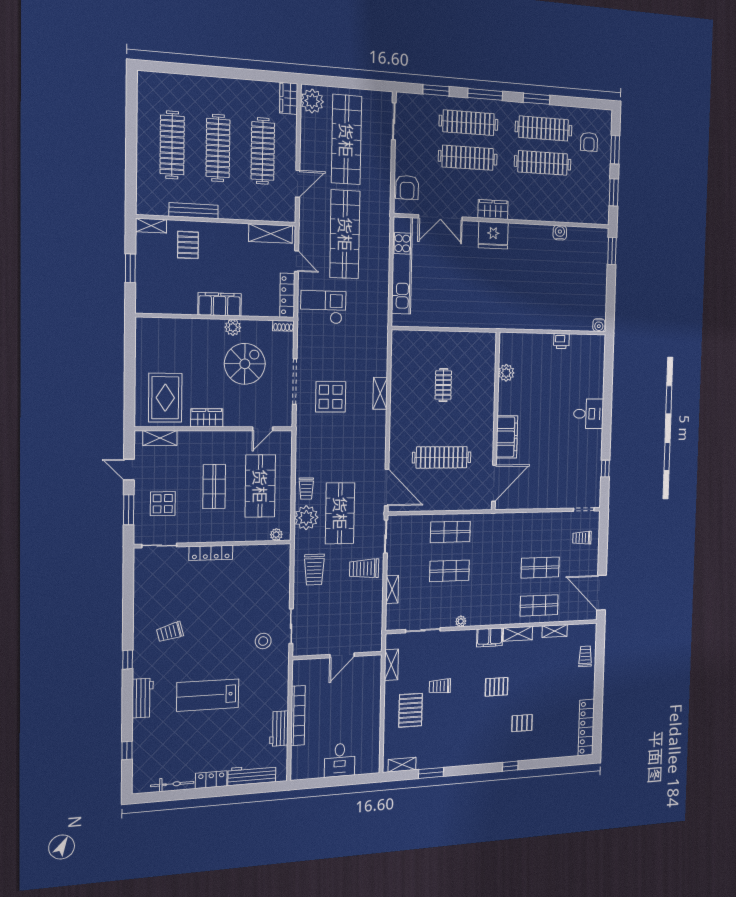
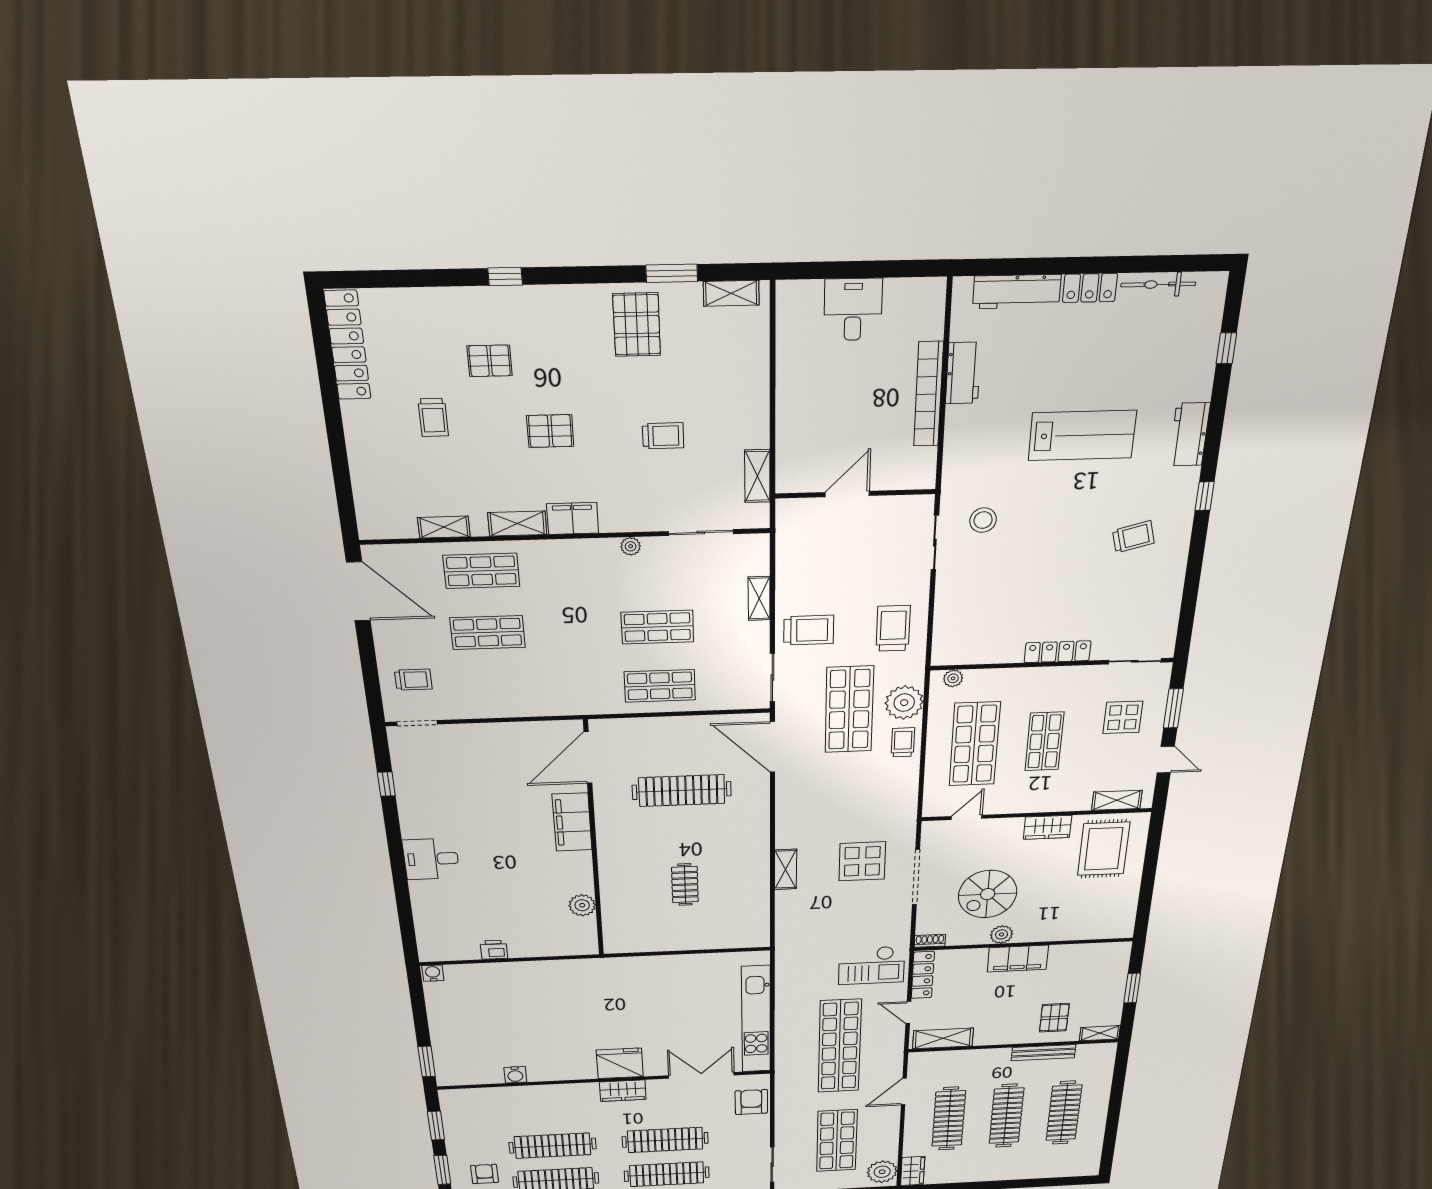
shop shelf: (346, 140) -> (837, 1141), width x0.71
trolley: (585, 656) -> (433, 417), moved
pallet: (411, 710) -> (637, 325), moved

